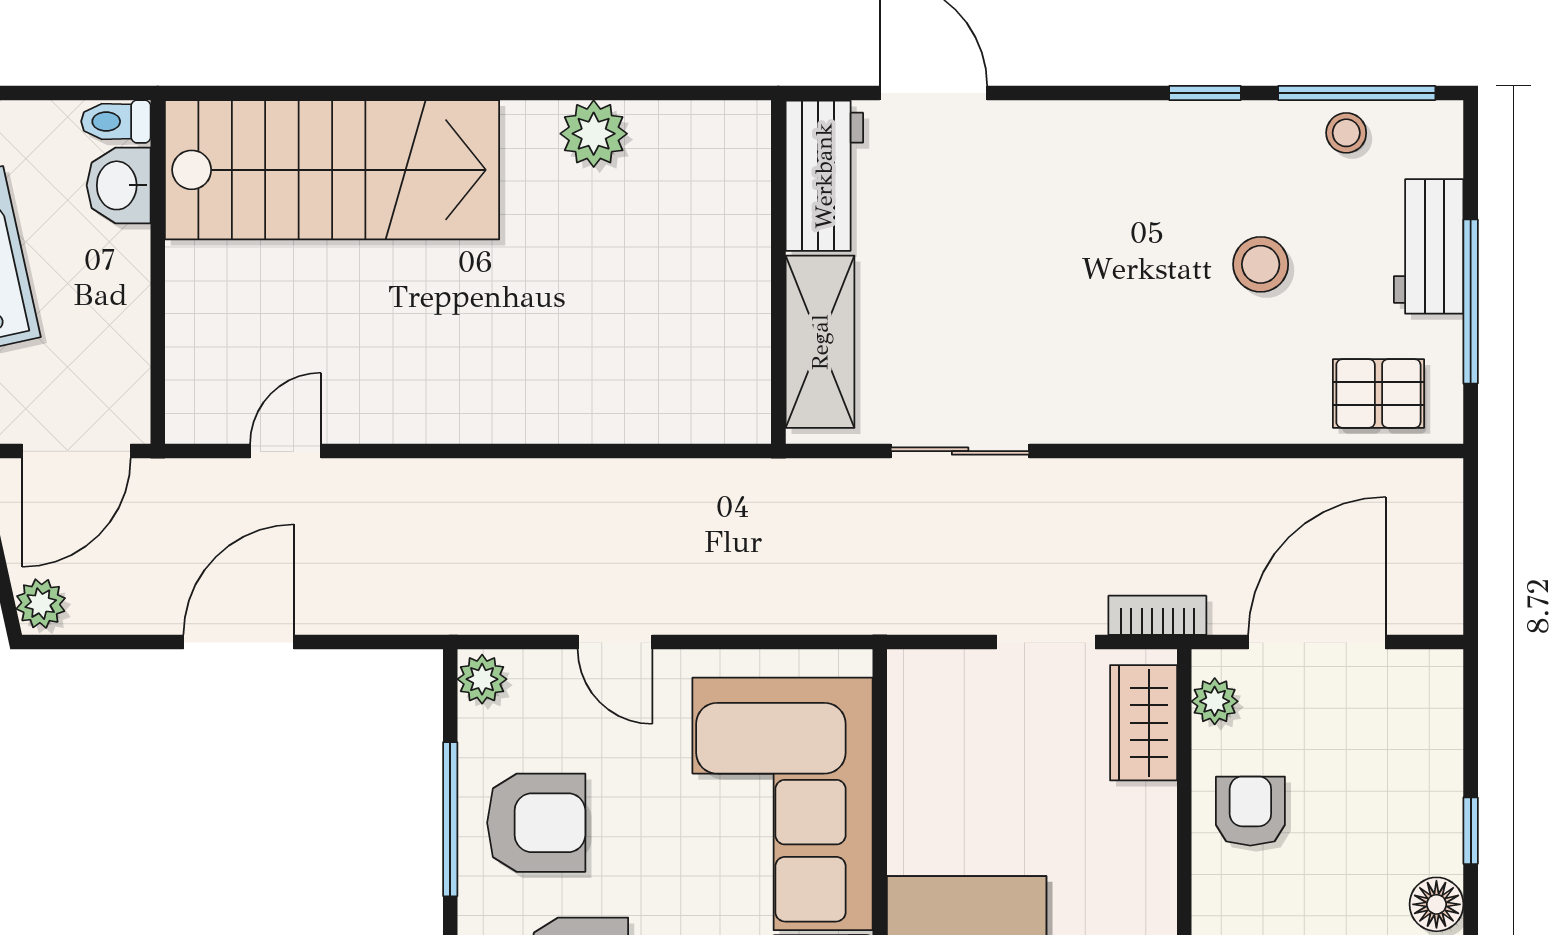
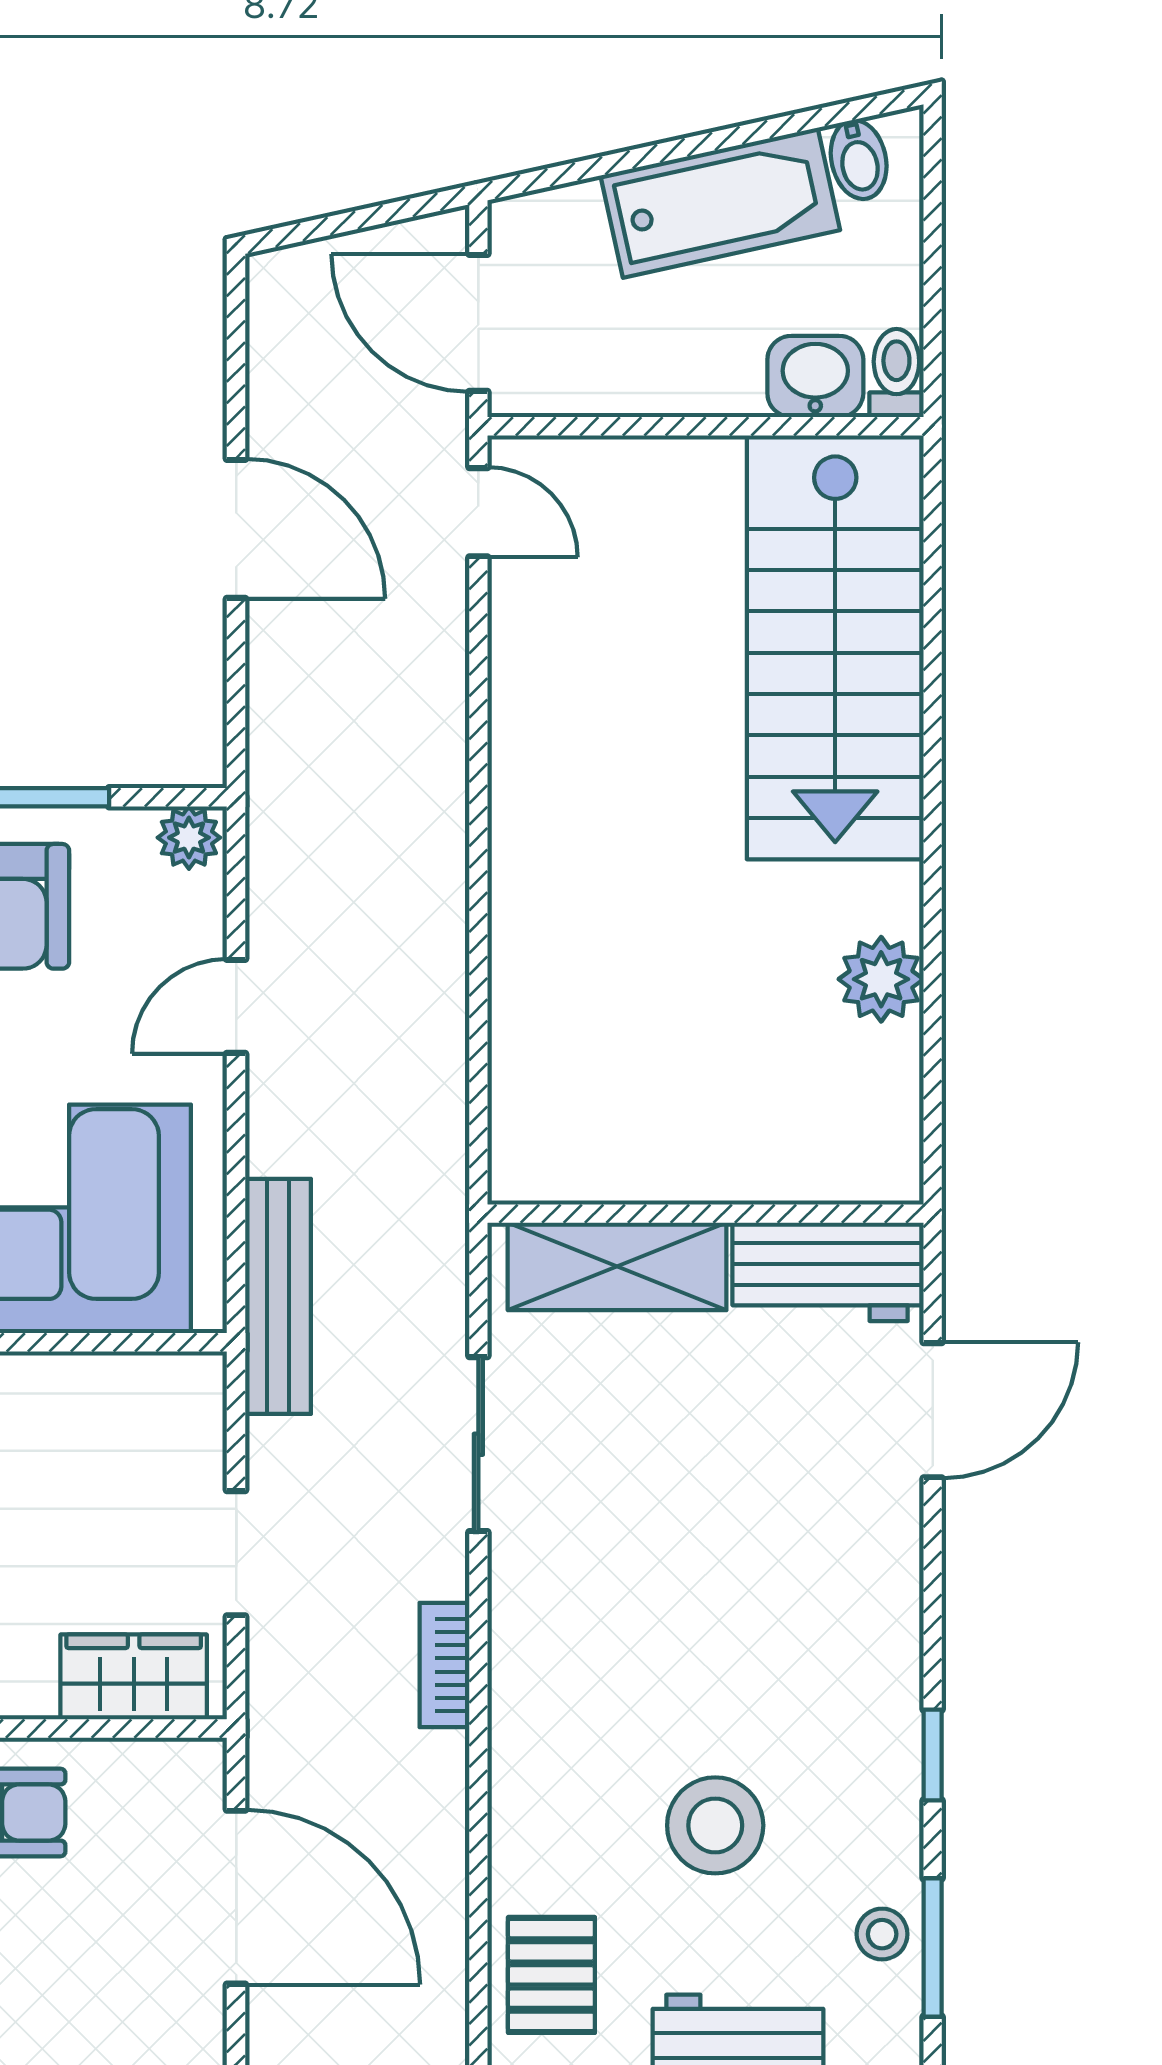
window: (1357, 93) -> (933, 1947), width x0.69
stool: (1261, 264) -> (715, 1825), width x1.38, depth x1.38
door: (286, 451) -> (478, 512), moved
plant: (41, 604) -> (285, 278), removed
bench: (844, 609) -> (278, 1296), added
bookcase: (1157, 615) -> (444, 1665), moved, turned 180
plant: (1215, 701) -> (161, 1767), removed

